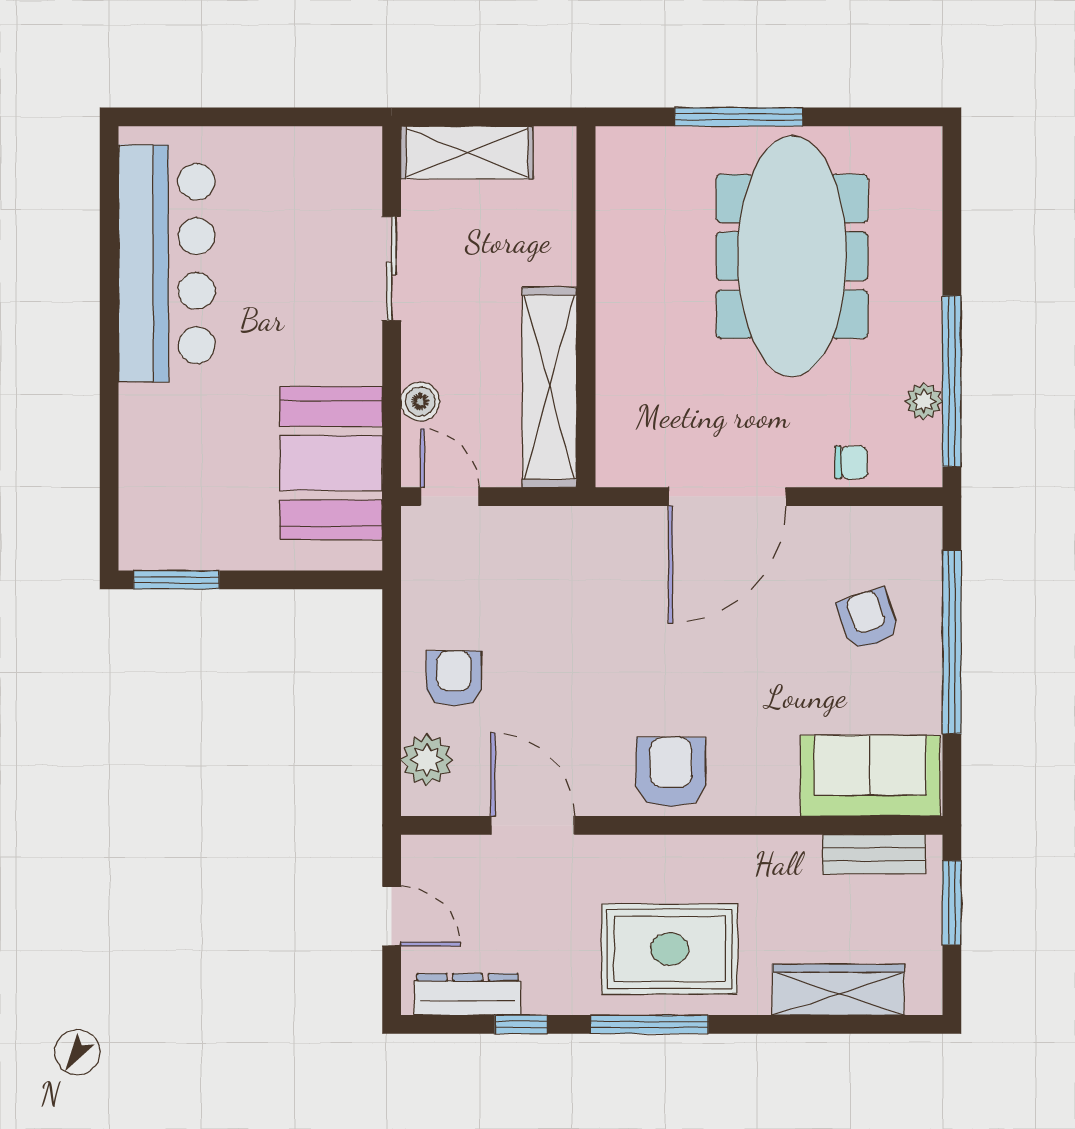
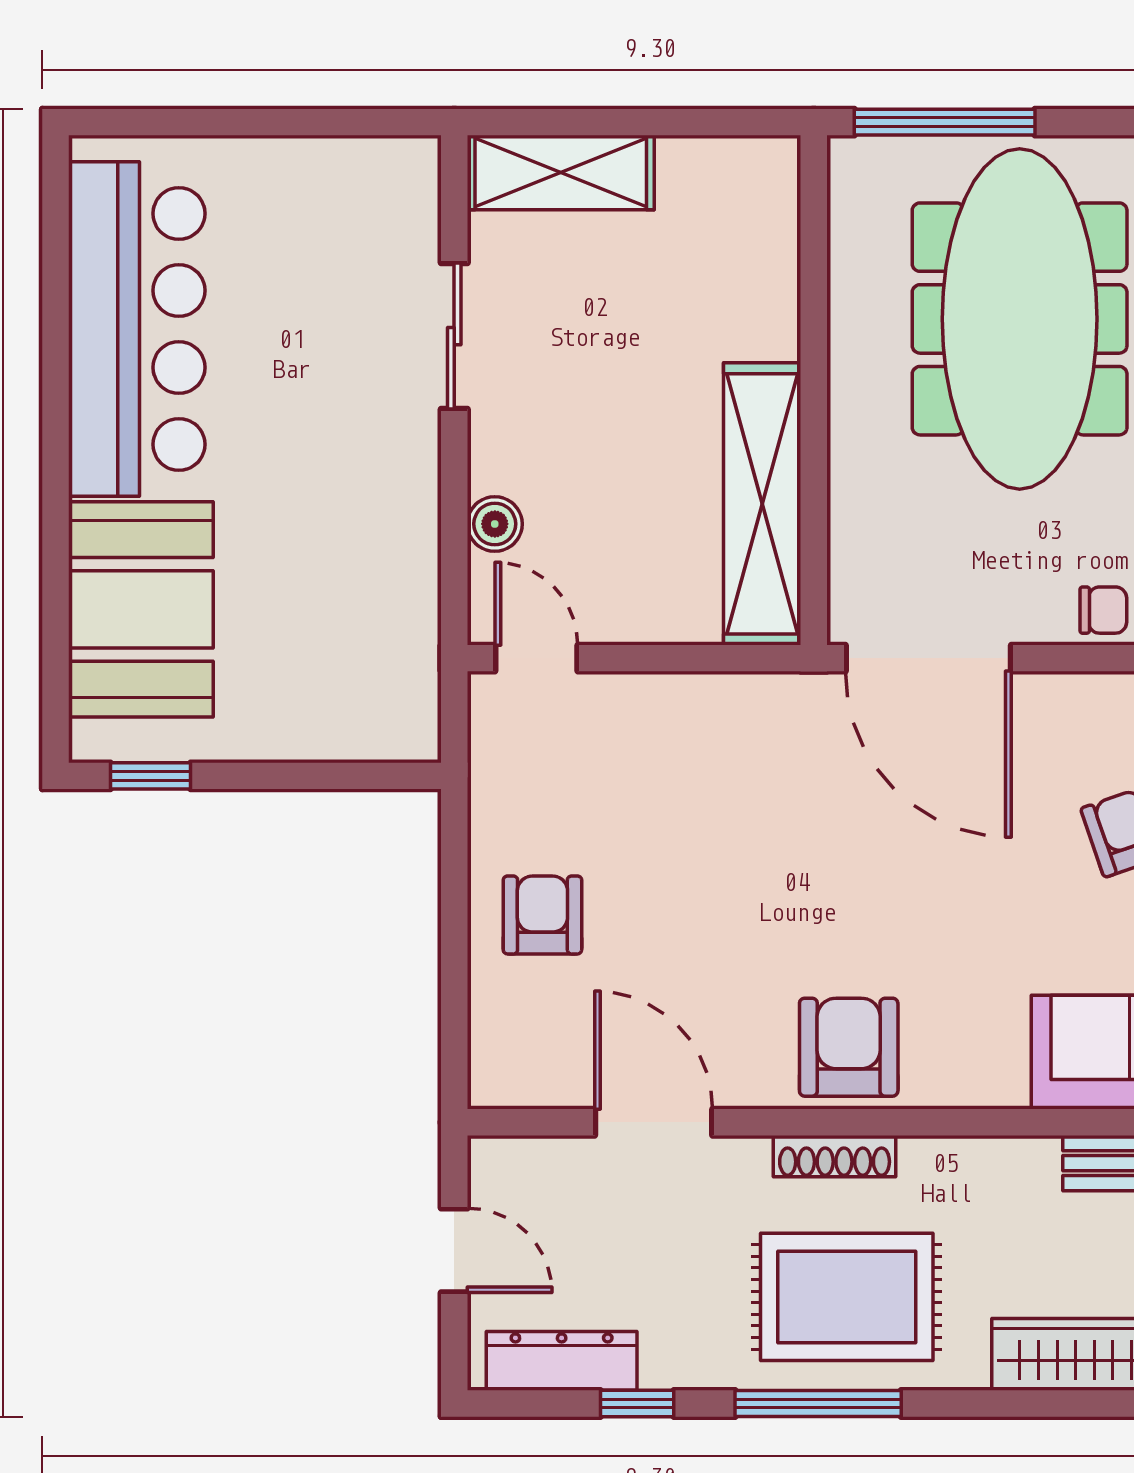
wall: (586, 307) -> (814, 390), moved
shelving: (549, 387) -> (762, 504), moved
booth: (331, 463) -> (141, 609), moved
door: (727, 497) -> (928, 658), hinge flipped
window: (176, 580) -> (151, 776), width x0.67
plant: (427, 760) -> (504, 1030), removed
shoe rack: (661, 849) -> (835, 1156), added

